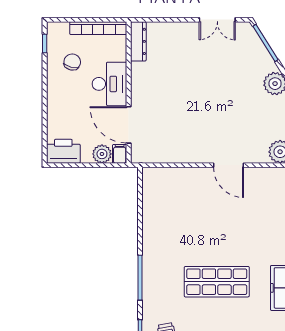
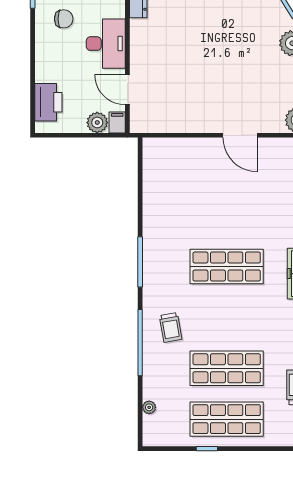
chair: (72, 62) -> (64, 19), turned 75
door: (129, 125) -> (127, 90), width x0.73
printer: (63, 151) -> (48, 102), moved, turned 90

